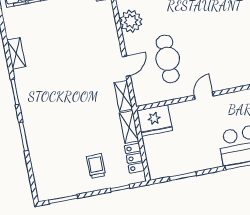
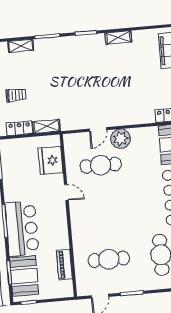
plant: (131, 21) -> (120, 139), moved
door: (126, 66) -> (98, 129), hinge flipped
shelving: (123, 96) -> (21, 46), moved
fridge: (154, 120) -> (51, 160), moved

